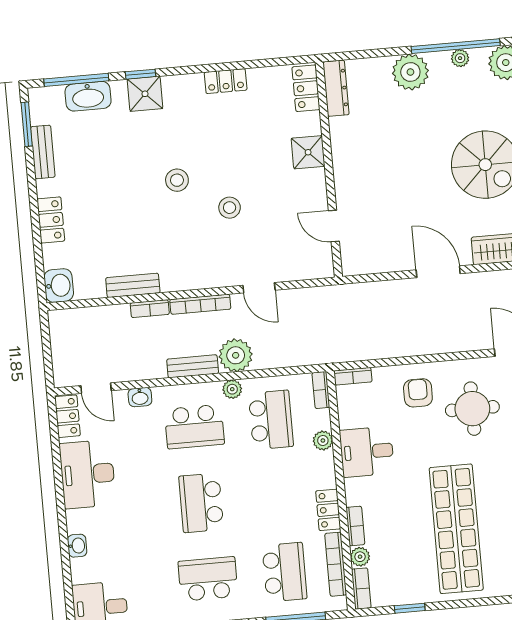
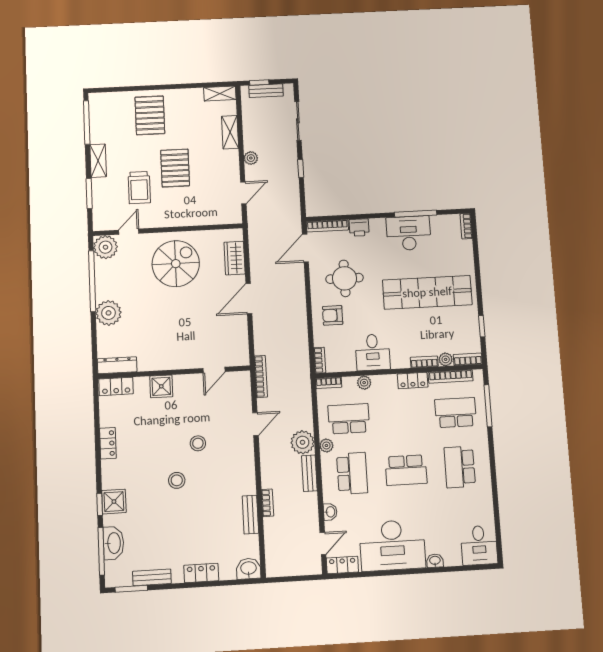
plant: (460, 58) -> (101, 278), removed
bookcase: (200, 304) -> (261, 376), moved
desk: (88, 474) -> (392, 545), width x1.36, depth x1.30

